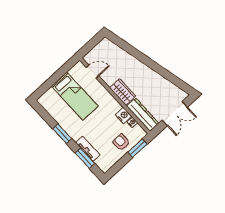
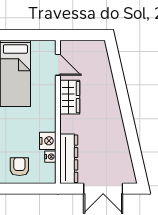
wardrobe: (123, 92) -> (70, 97), moved
window: (137, 148) -> (31, 189), removed

